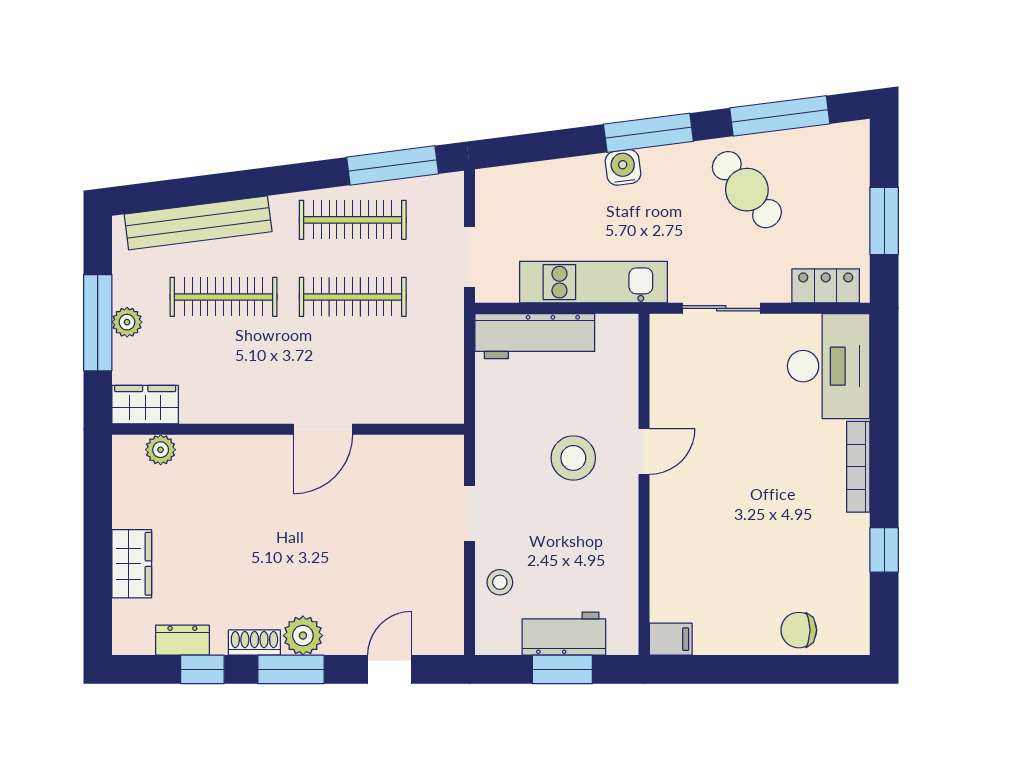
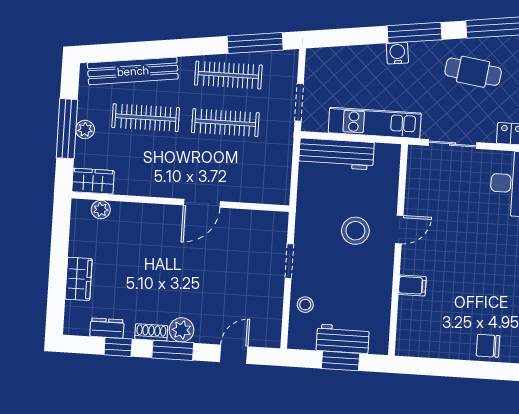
cafe table: (747, 190) -> (473, 72), turned -42
filing cabinet: (671, 639) -> (412, 285), moved

